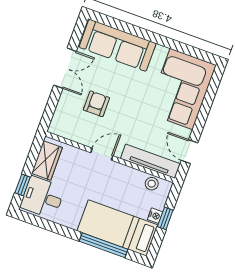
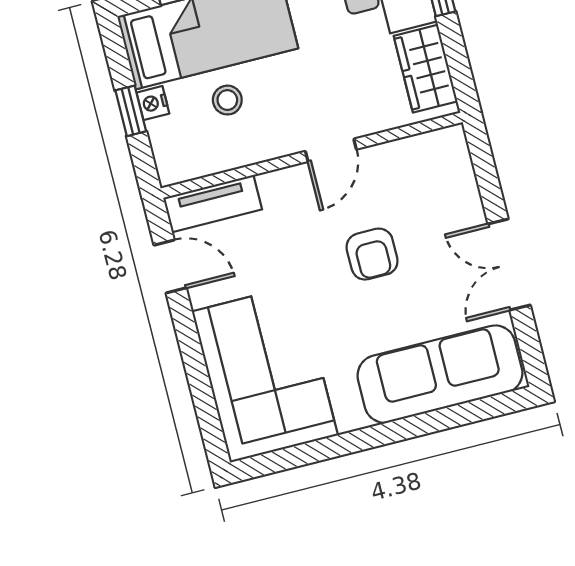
armchair: (96, 104) -> (372, 254), moved
tv unit: (150, 161) -> (213, 204), width x0.71
stool: (152, 184) -> (227, 100), moved

